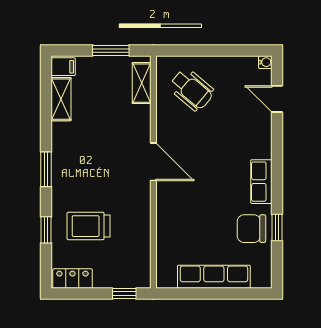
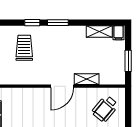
shelving: (142, 83) -> (87, 79), moved
window: (46, 230) -> (32, 23), moved

